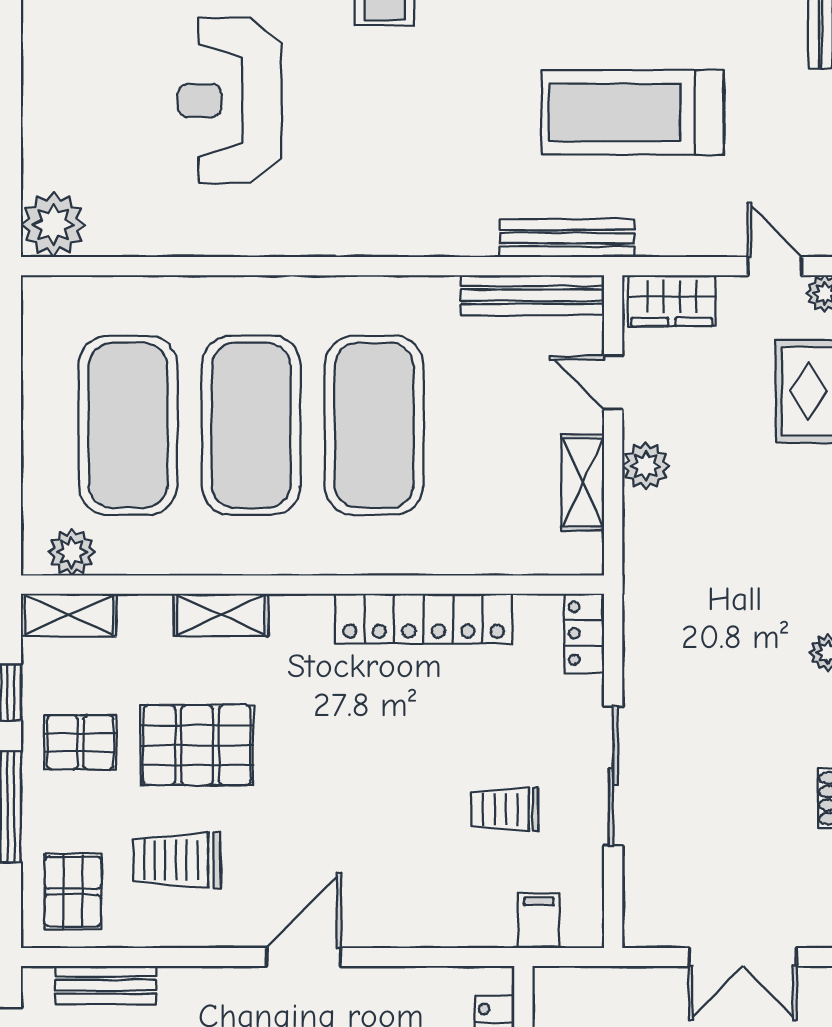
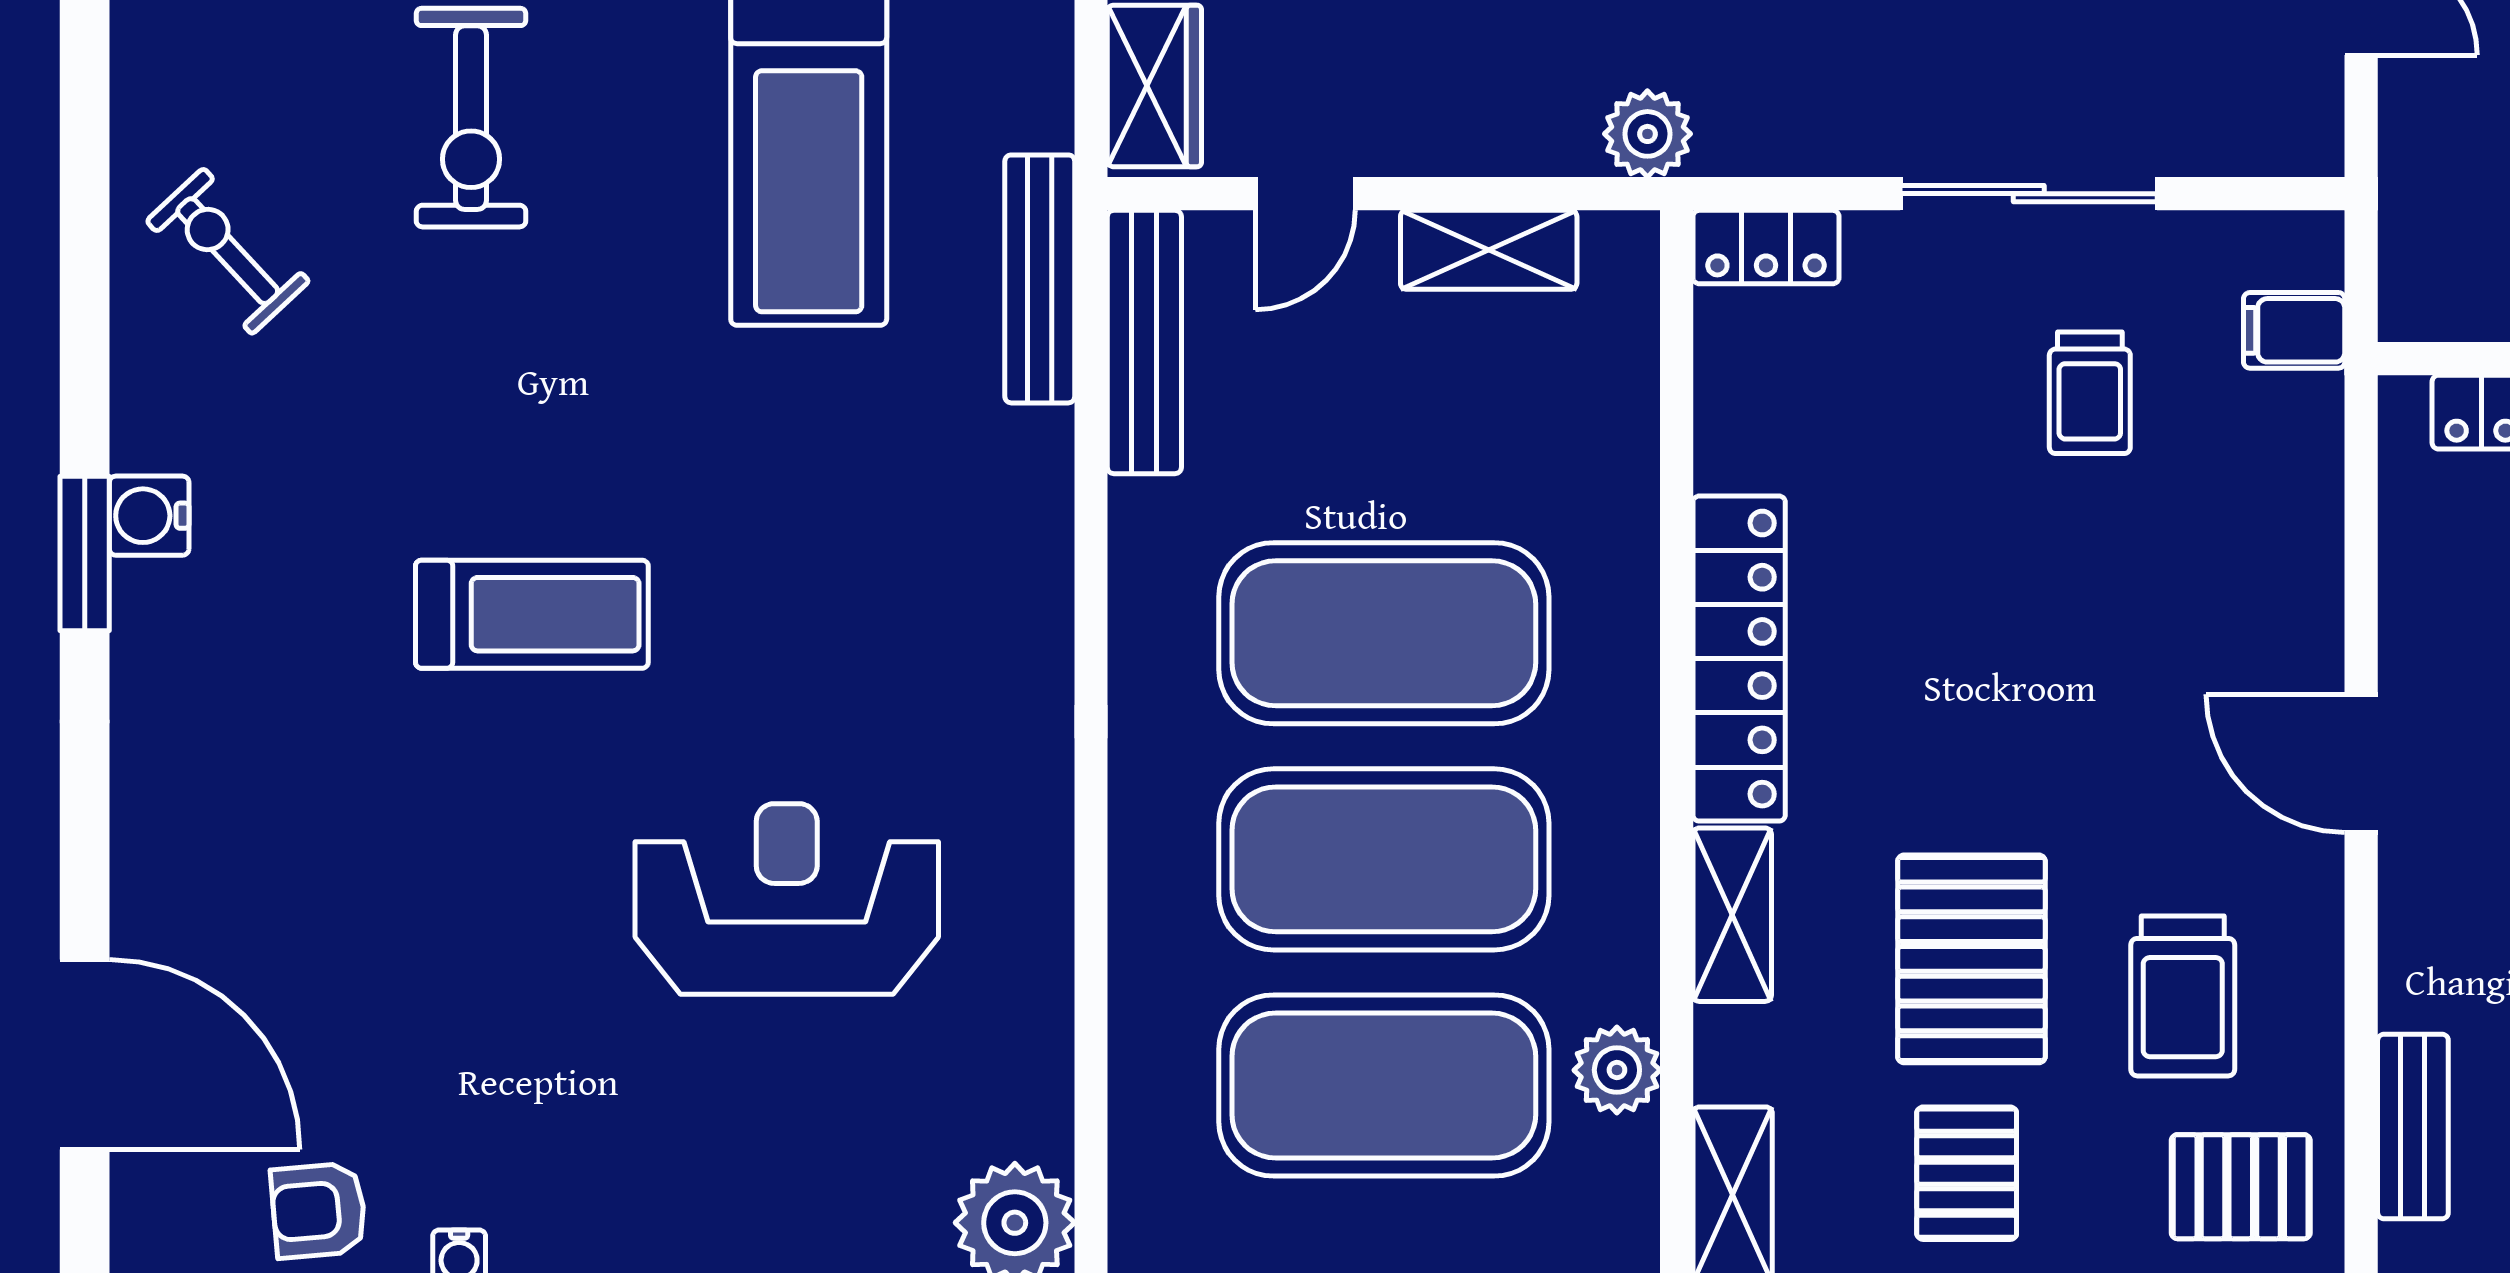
reception desk: (230, 100) -> (787, 899), turned 180
plant: (646, 466) -> (1647, 134), moved
plant: (72, 552) -> (1617, 1070), moved
locker: (424, 619) -> (1739, 659), moved

